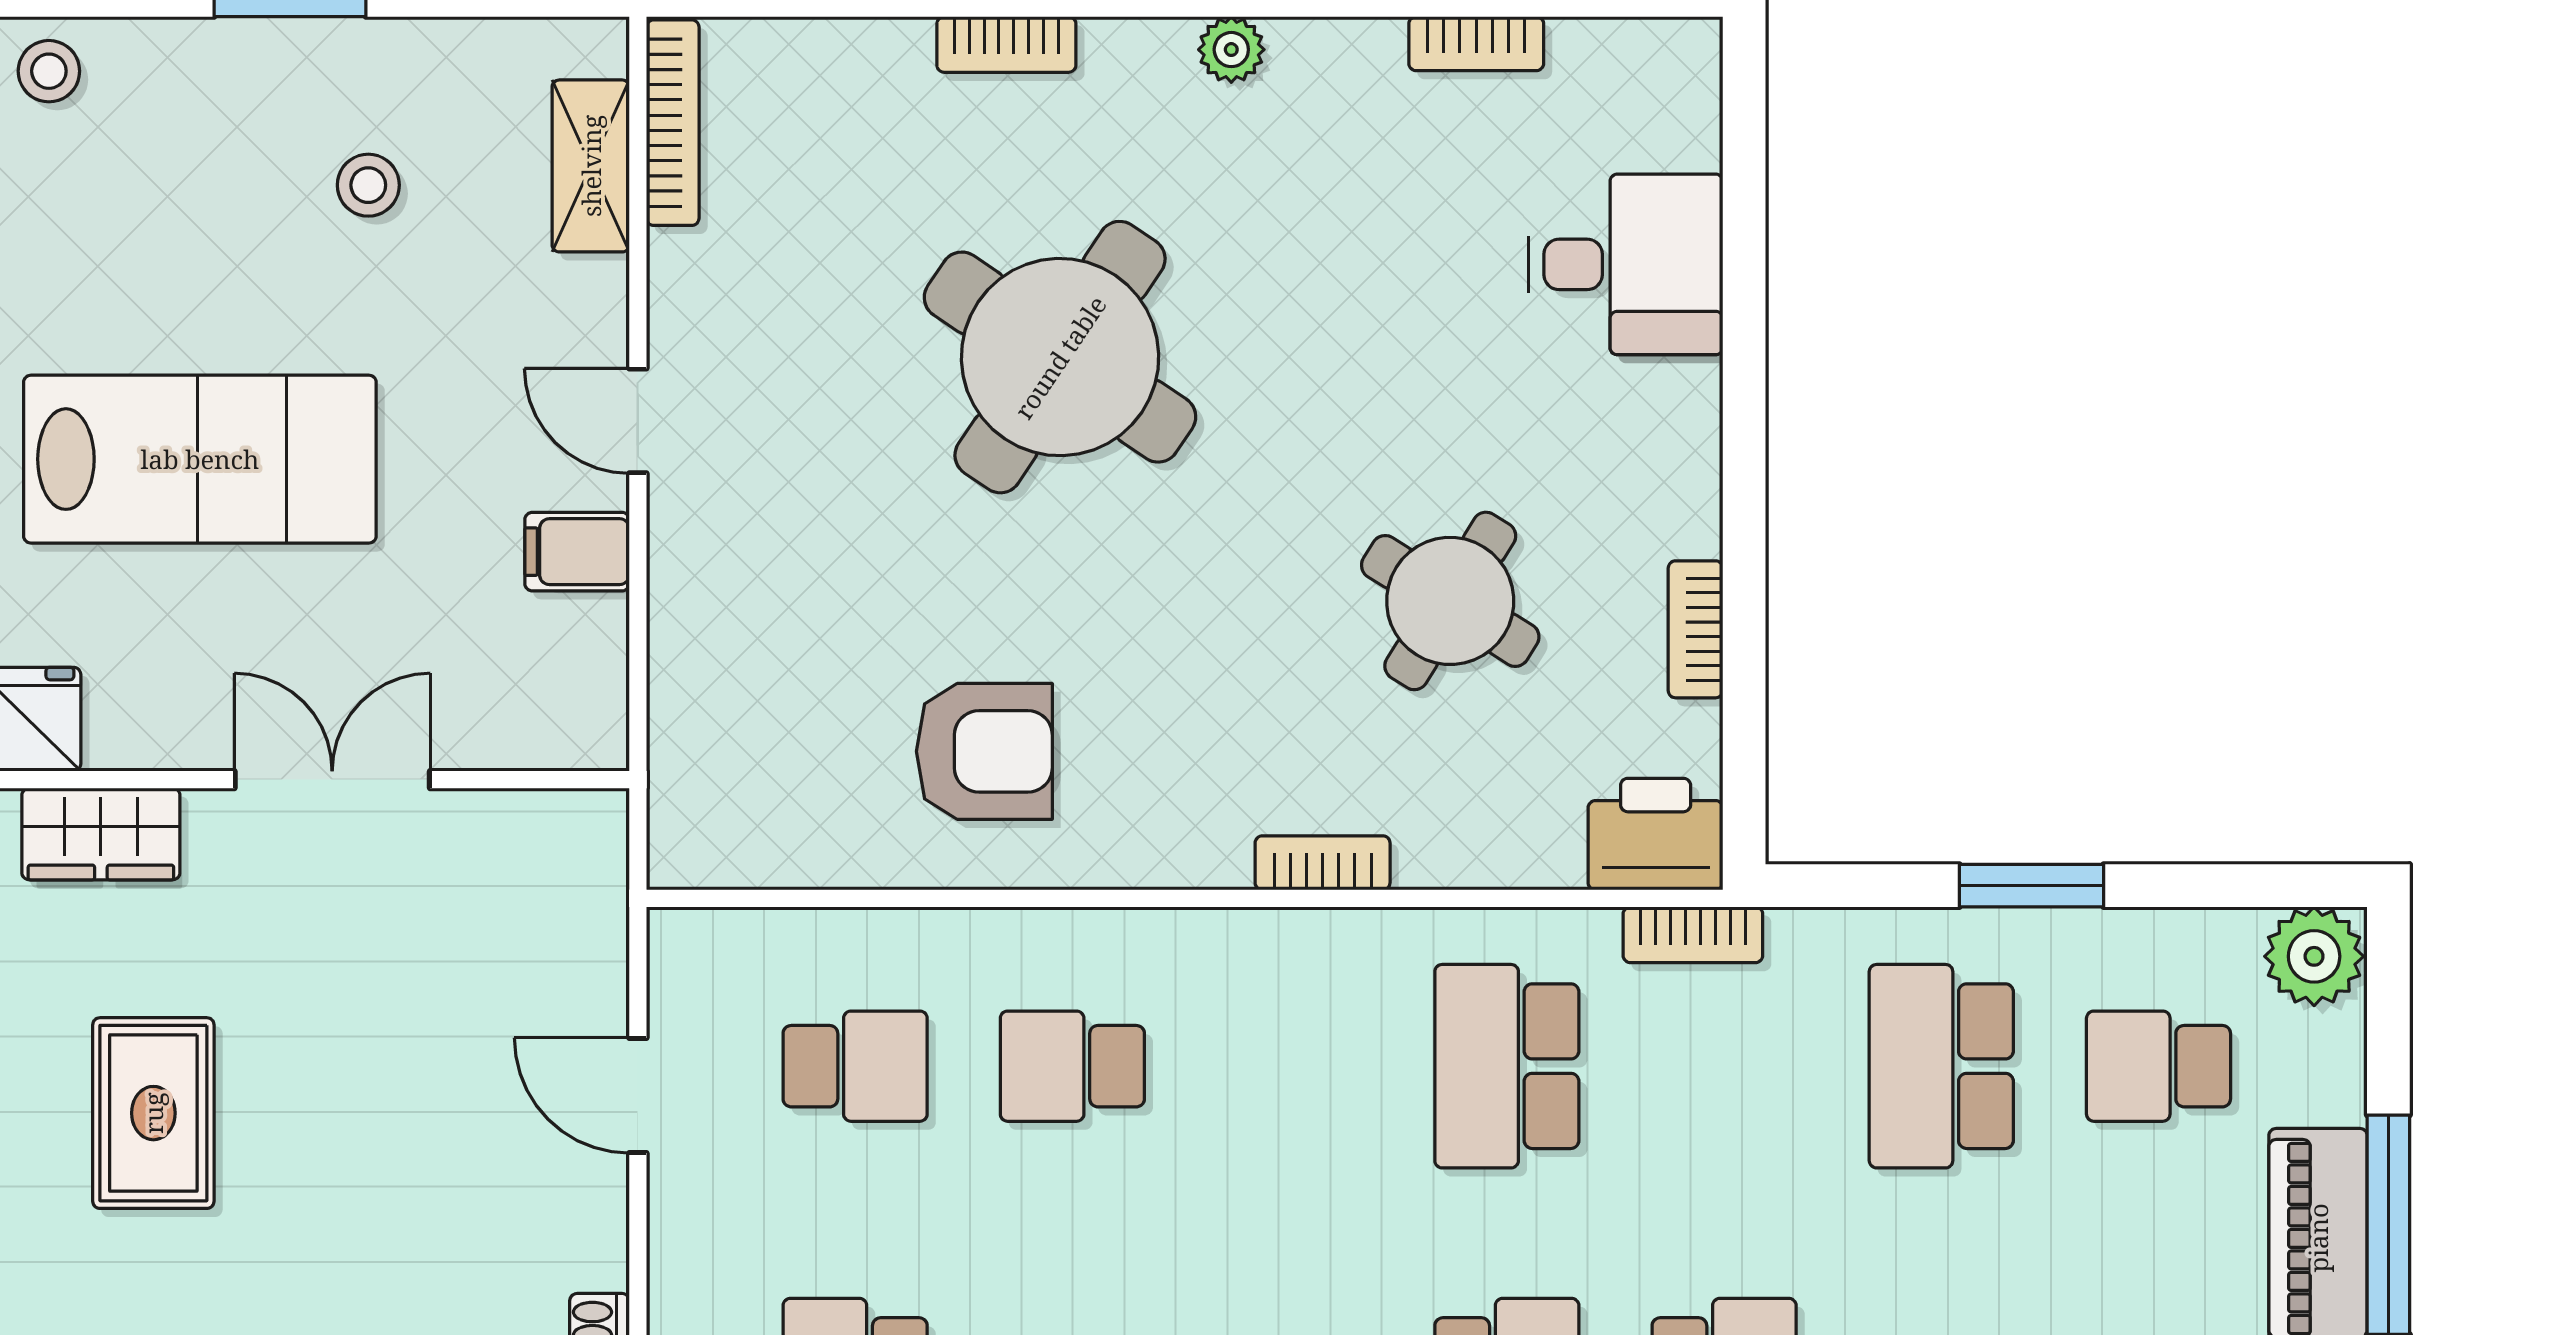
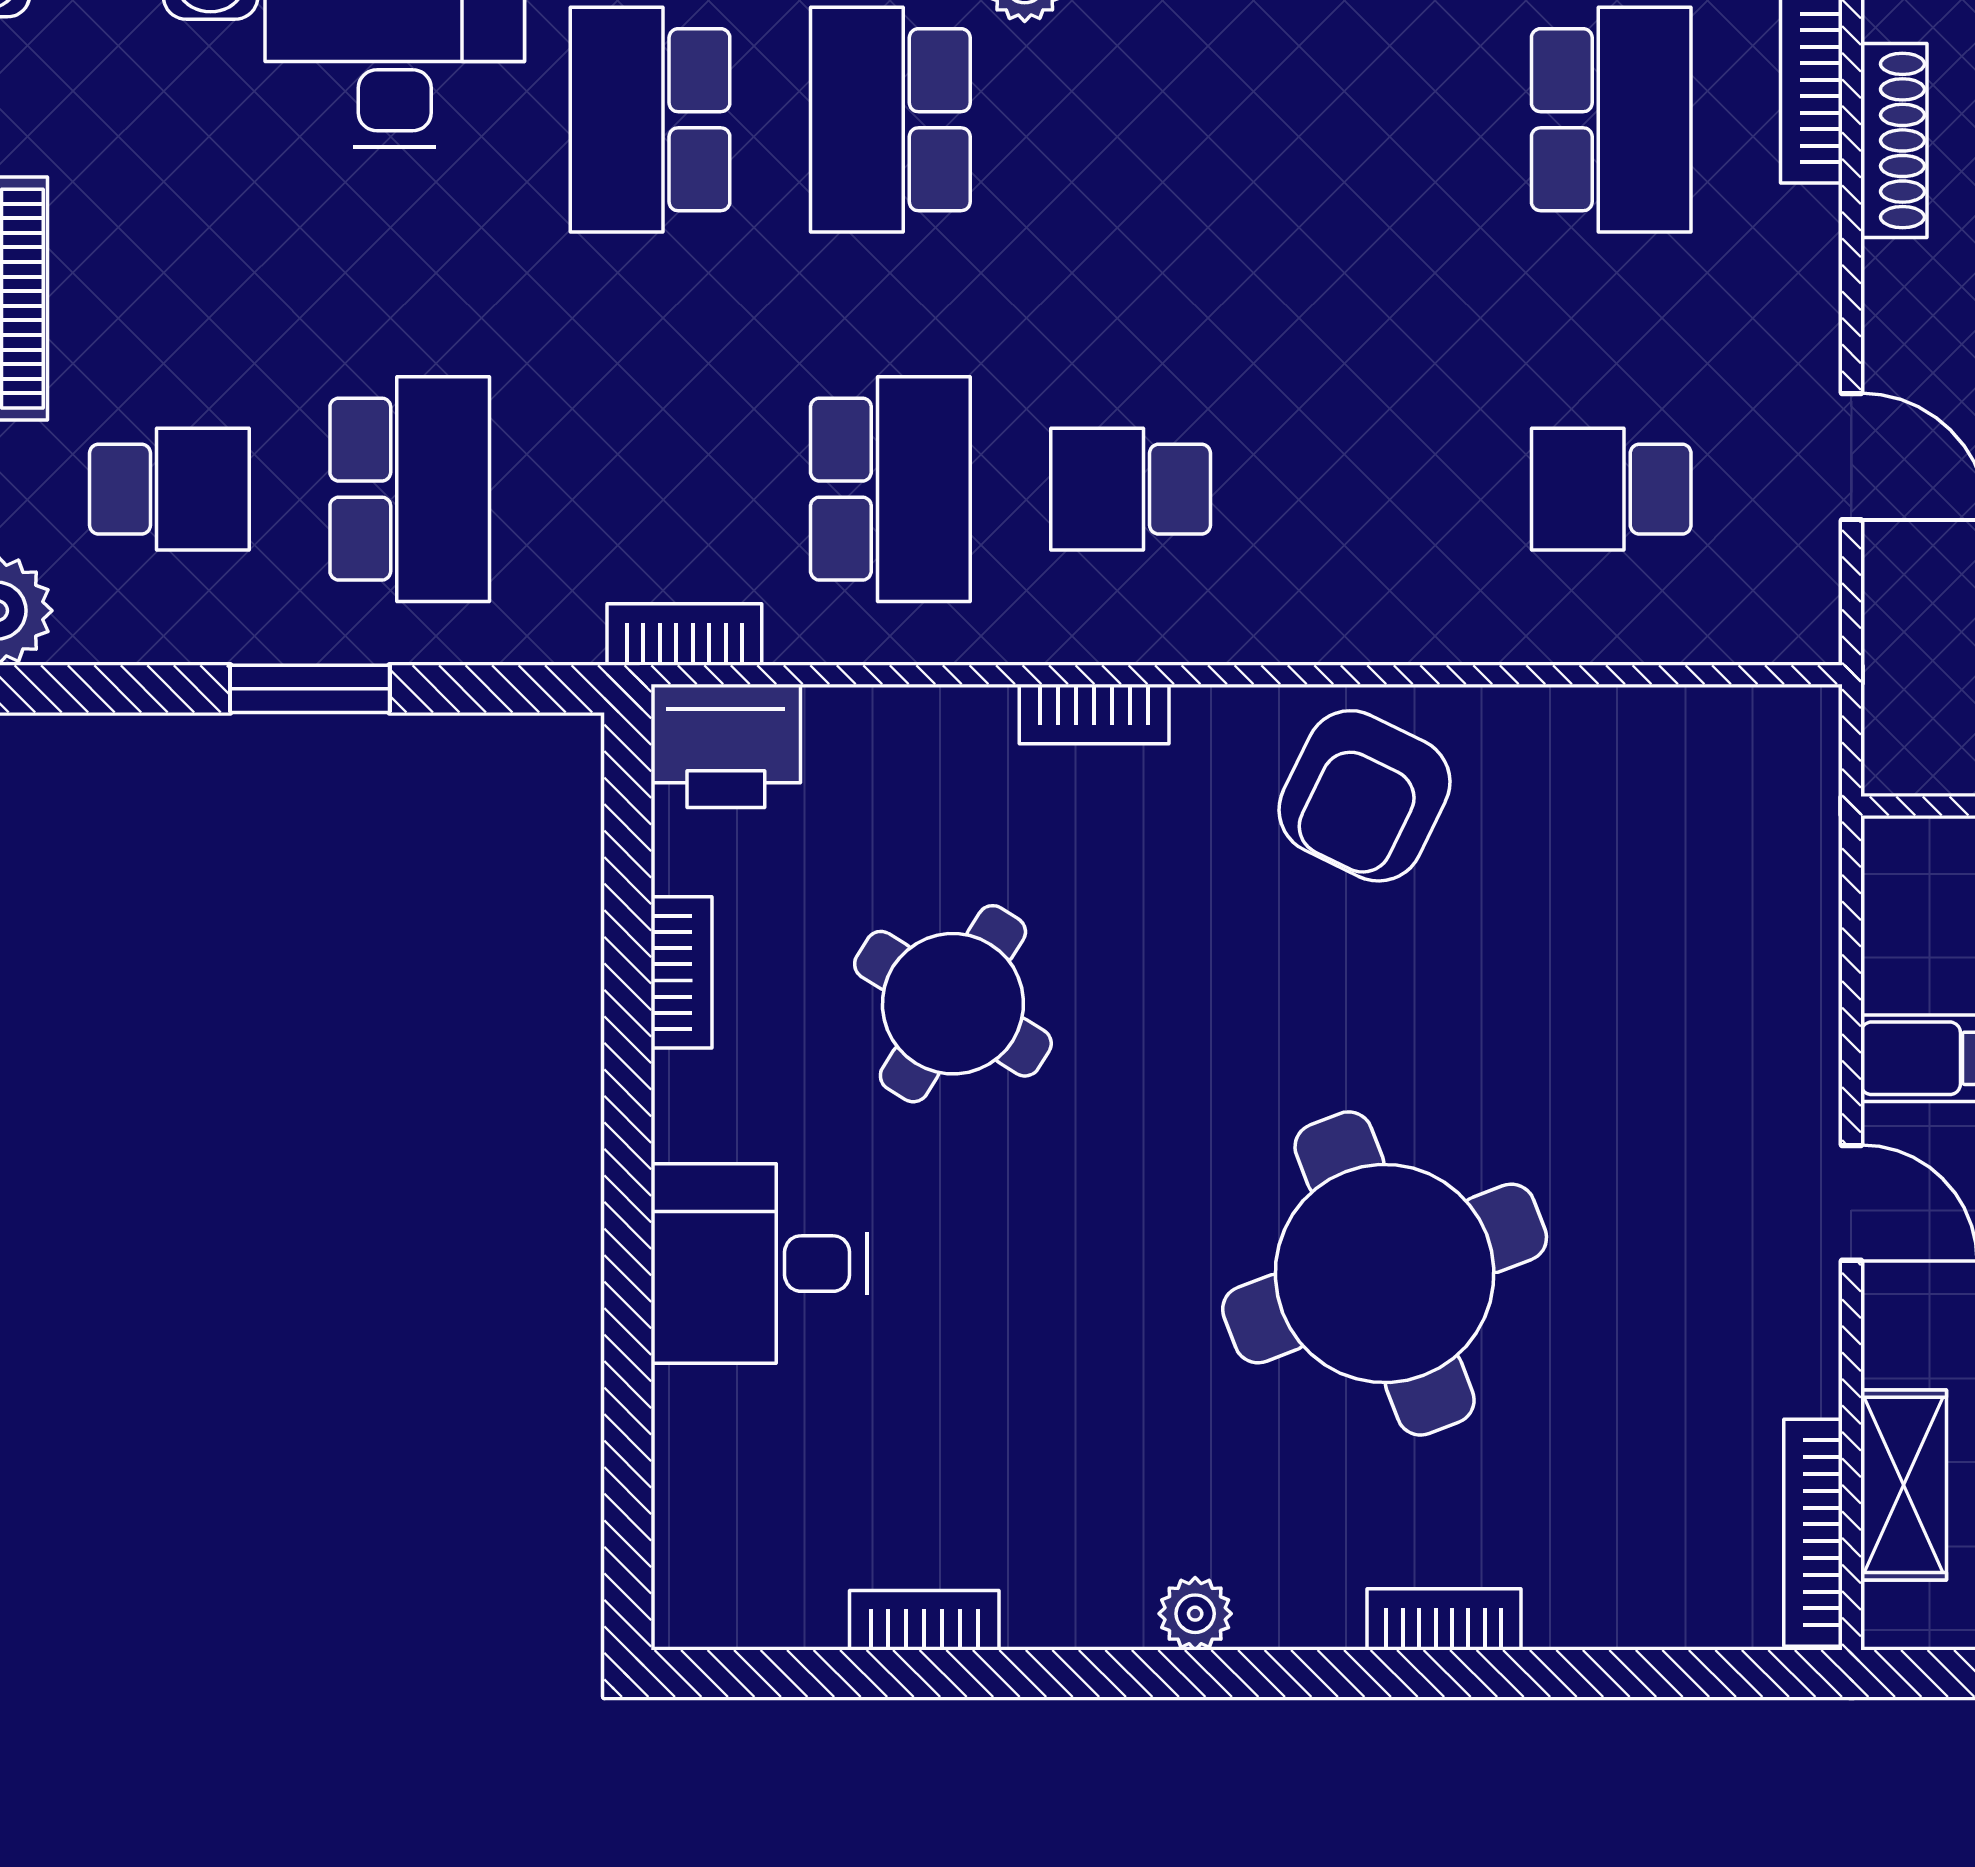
desk: (1626, 264) -> (759, 1264), moved
round table: (1060, 357) -> (1385, 1273), turned 35
armchair: (984, 751) -> (1364, 796), moved, turned -64
school desk: (1072, 1066) -> (1131, 489), moved, turned 180

